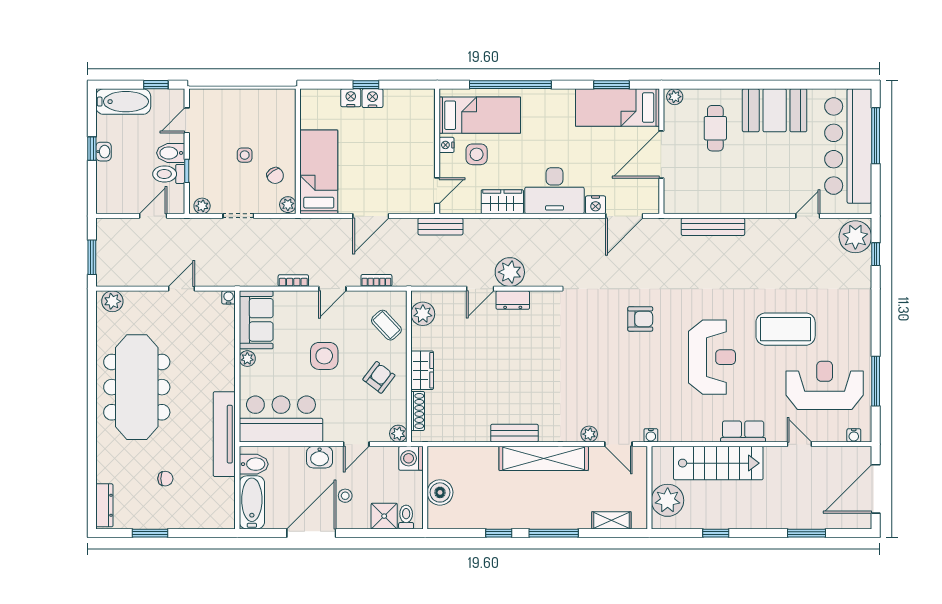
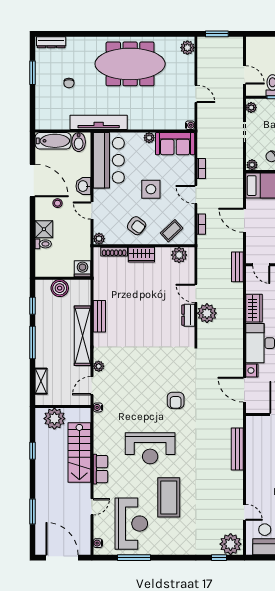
washing machine: (411, 458) -> (82, 269), moved
wall: (425, 488) -> (63, 278), moved
boiler: (440, 492) -> (60, 288), moved

